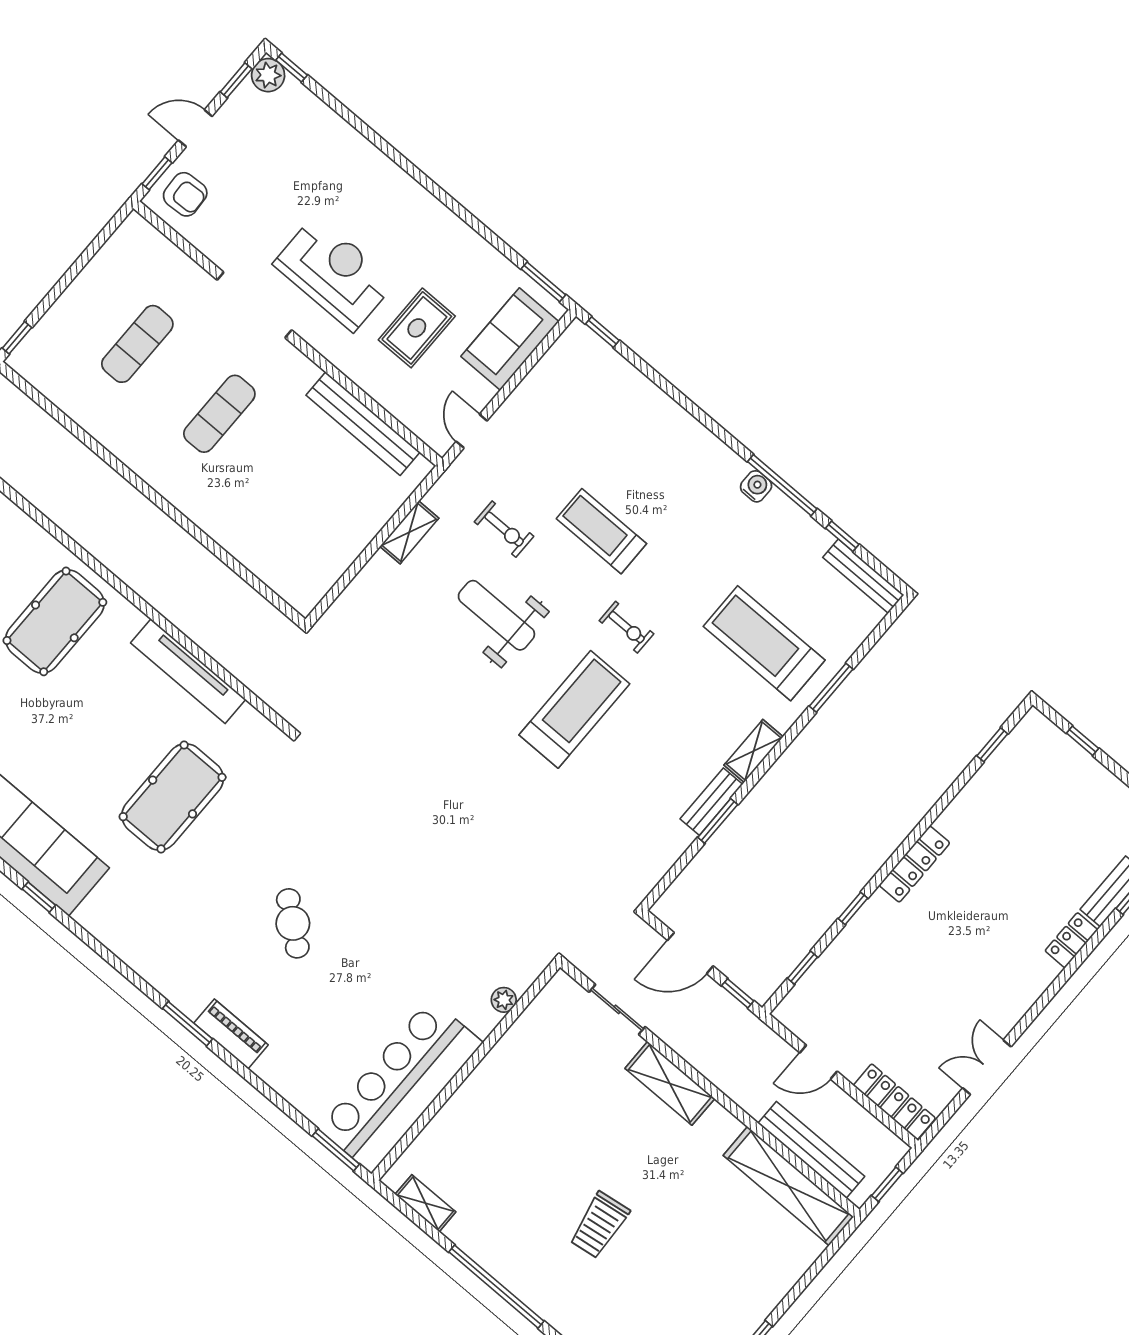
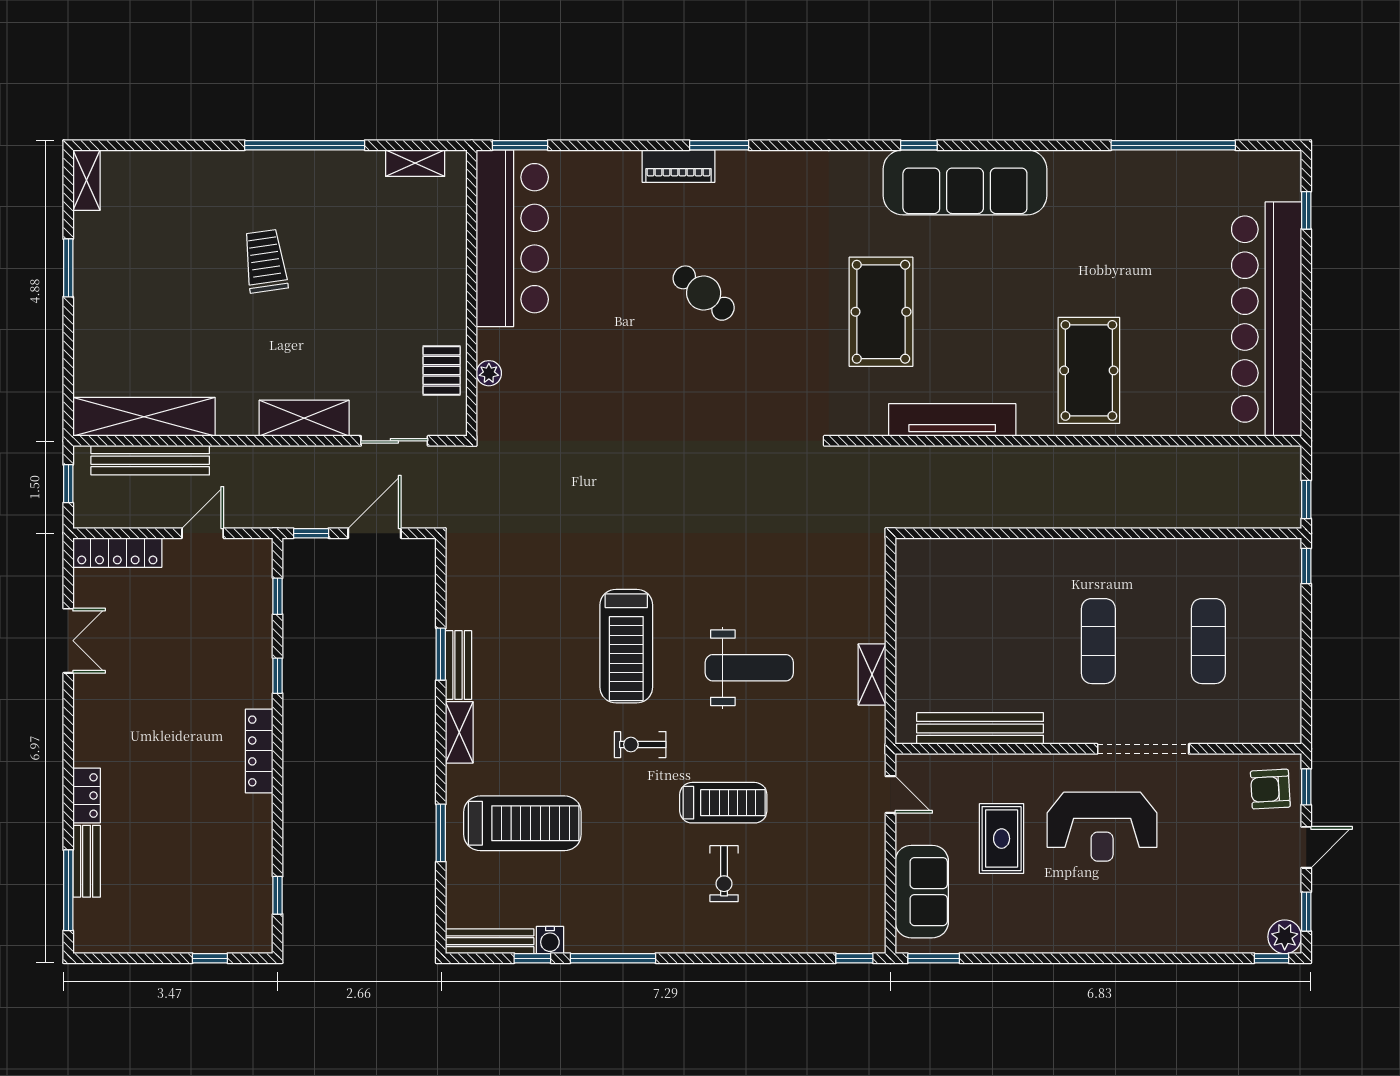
water cooler: (756, 486) -> (550, 940), moved
exercise bike: (504, 529) -> (724, 874), moved, turned -90
pallet: (537, 1032) -> (442, 370), added

